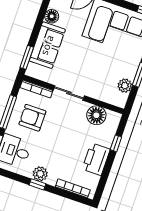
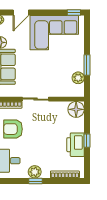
floor lamp: (96, 115) -> (76, 109), moved
window: (116, 143) -> (87, 141), moved

